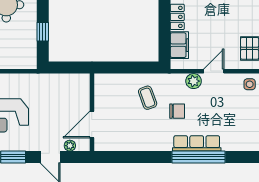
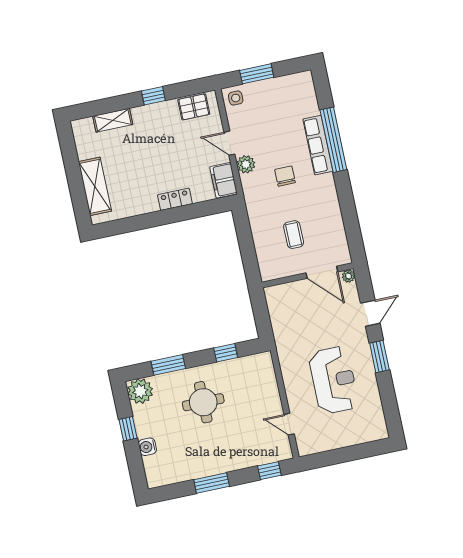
filing cabinet: (179, 45) -> (224, 180), moved, turned -90
coffee table: (148, 98) -> (294, 235), moved, turned -70
plant: (70, 146) -> (349, 276), moved

